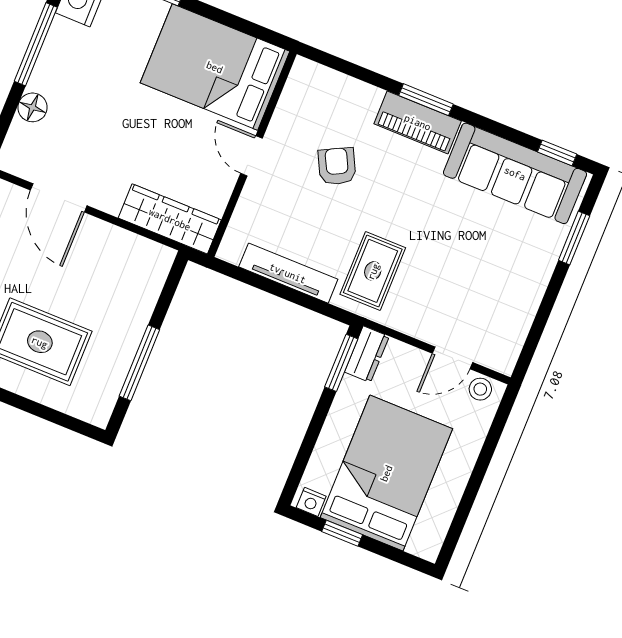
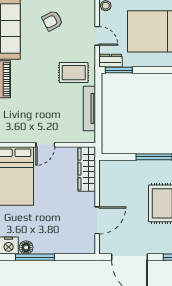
floor lamp: (33, 107) -> (26, 247), moved
armchair: (337, 166) -> (52, 21), moved
door: (452, 358) -> (97, 36), moved

